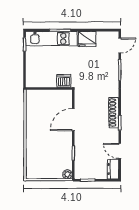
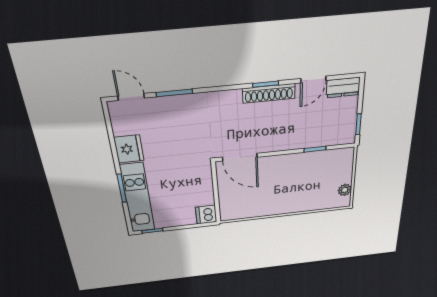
dishwasher: (64, 81) -> (206, 215), moved
shoe rack: (114, 112) -> (269, 93), moved
door: (73, 120) -> (240, 157), moved
plant: (67, 174) -> (345, 190), moved

